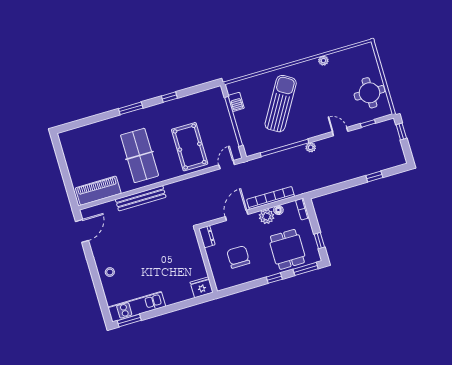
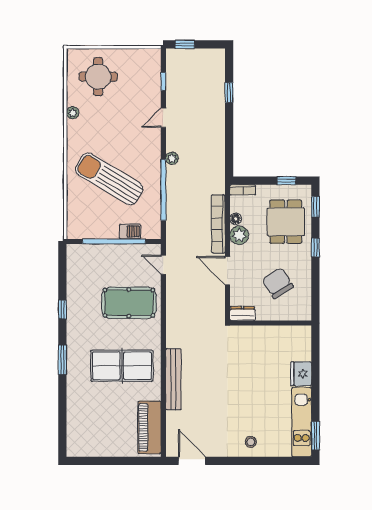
round table: (369, 93) -> (98, 77), moved
barbecue: (236, 102) -> (130, 231), moved
dining table: (287, 249) -> (286, 222), turned 90
chair: (238, 257) -> (278, 283), turned 57
window: (306, 269) -> (315, 207), width x0.67
fridge: (202, 287) -> (301, 374), moved

